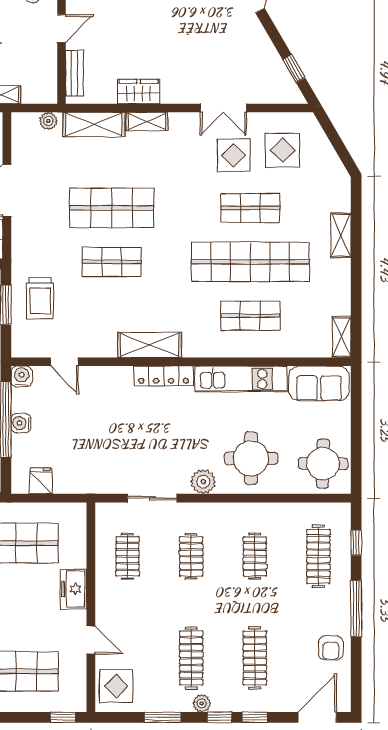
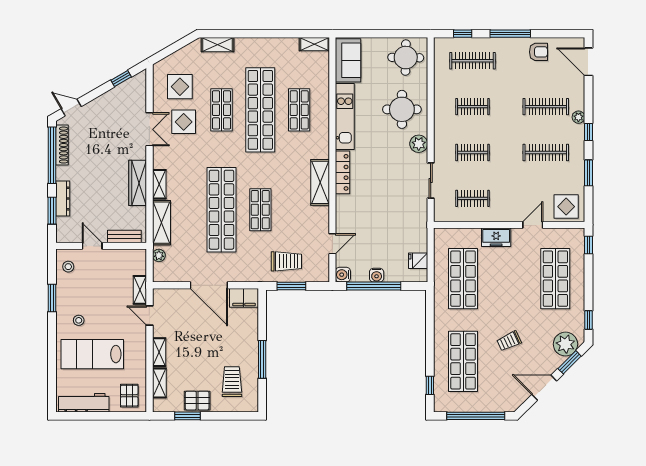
wardrobe: (139, 92) -> (138, 183), width x1.50
shop shelf: (112, 208) -> (221, 210), width x1.40
shelving: (341, 235) -> (218, 45), moved
plant: (202, 703) -> (578, 117), moved
window: (255, 717) -> (589, 107), removed

